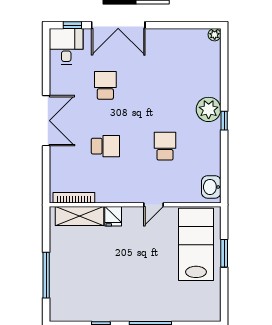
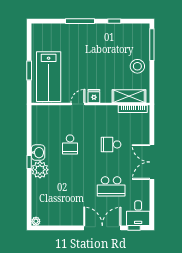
school desk: (105, 85) -> (111, 186), width x1.85
washbasin: (211, 187) -> (38, 153), moved
fridge: (113, 216) -> (94, 96), moved
stool: (67, 259) -> (137, 66), added
window: (46, 275) -> (152, 45), moved

